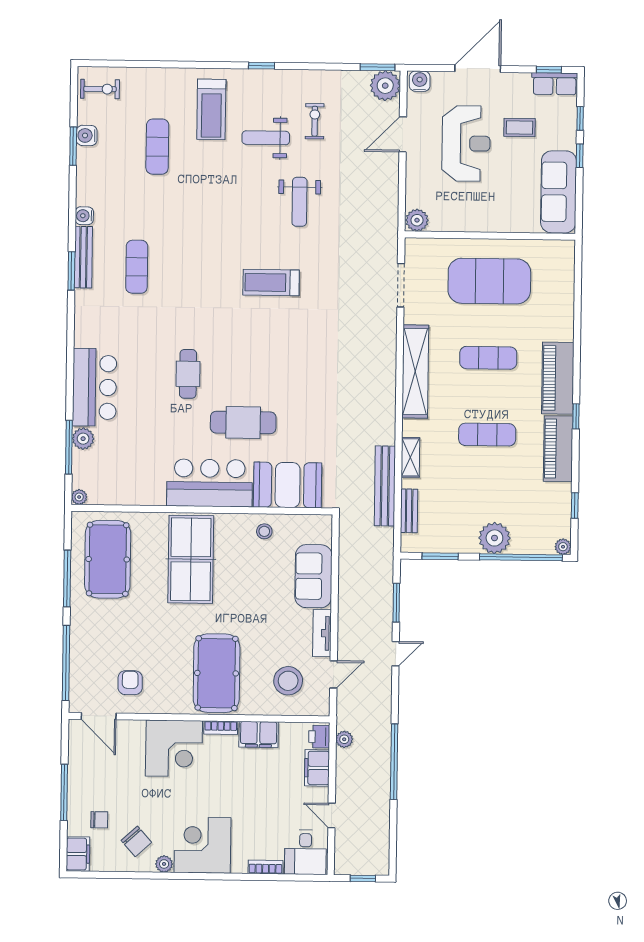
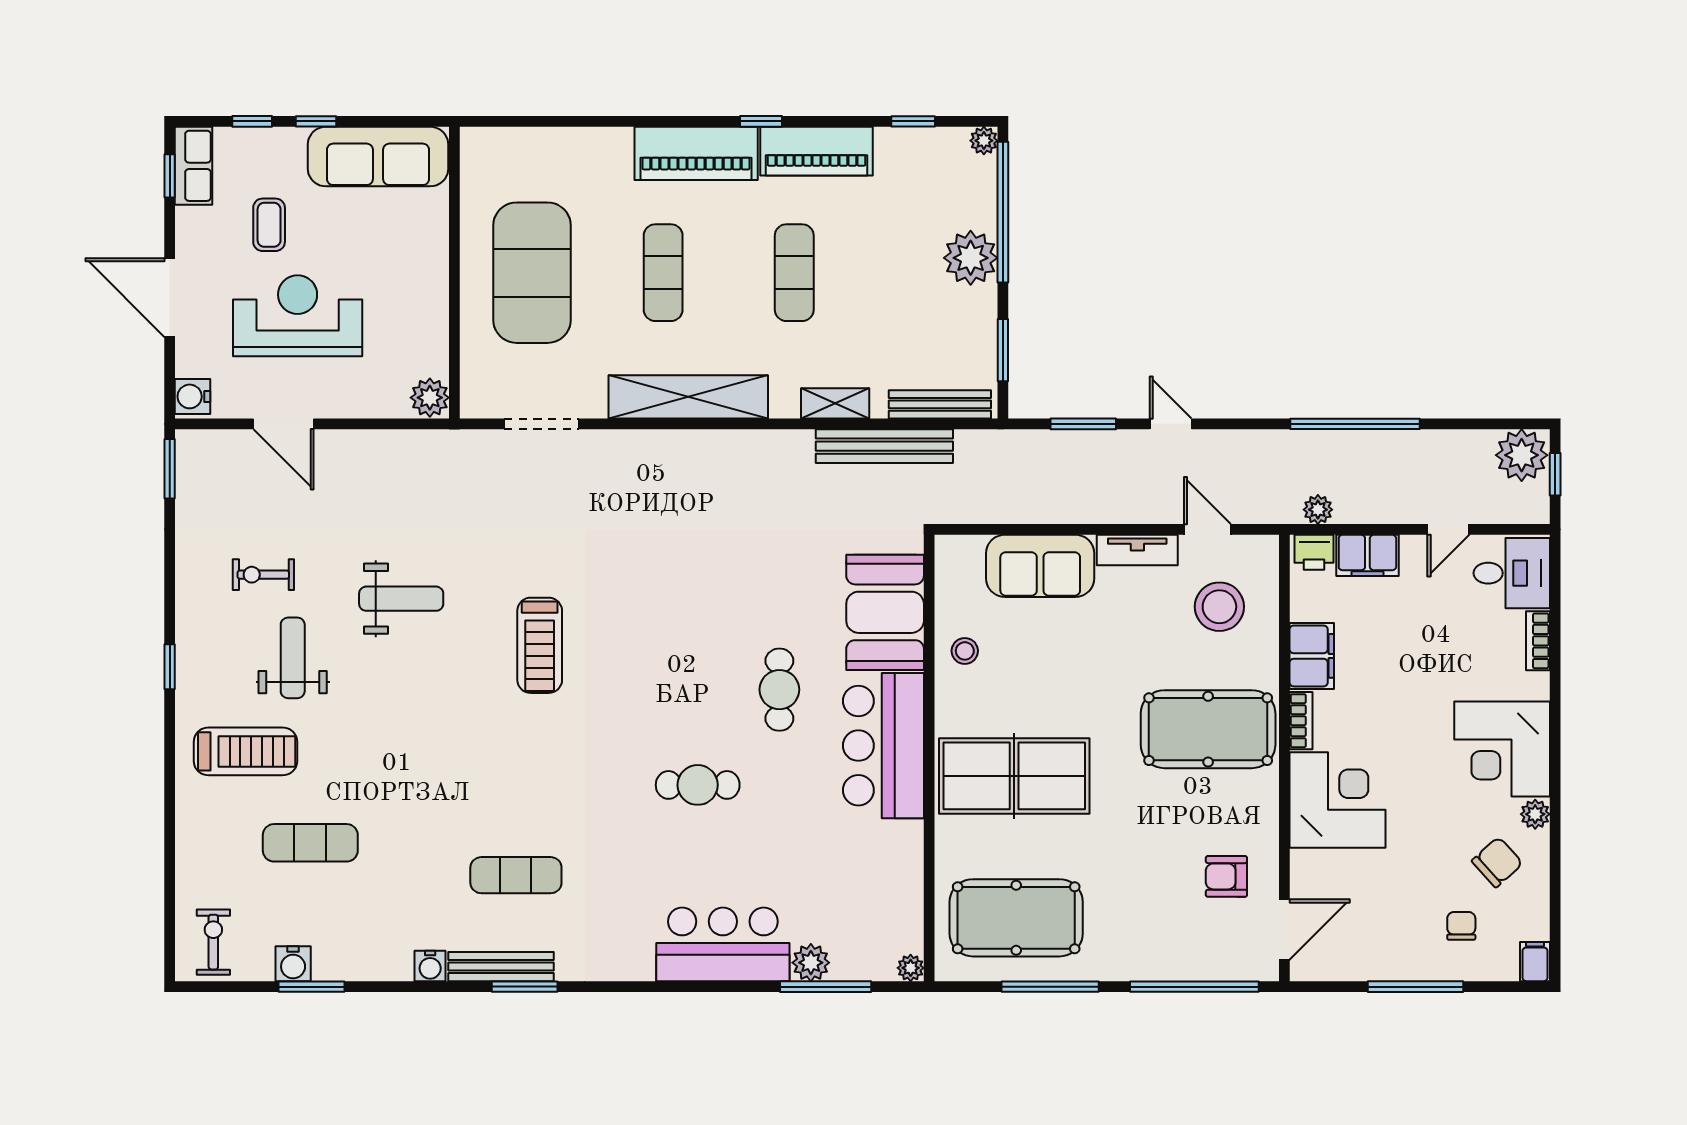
plant: (385, 86) -> (1522, 455), moved
weight bench: (266, 138) -> (293, 658), turned 180
cafe table: (243, 422) -> (779, 690), width x0.73, depth x0.74
bench: (409, 511) -> (940, 404), width x1.36
filing cabinet: (78, 854) -> (1535, 962), width x0.50

